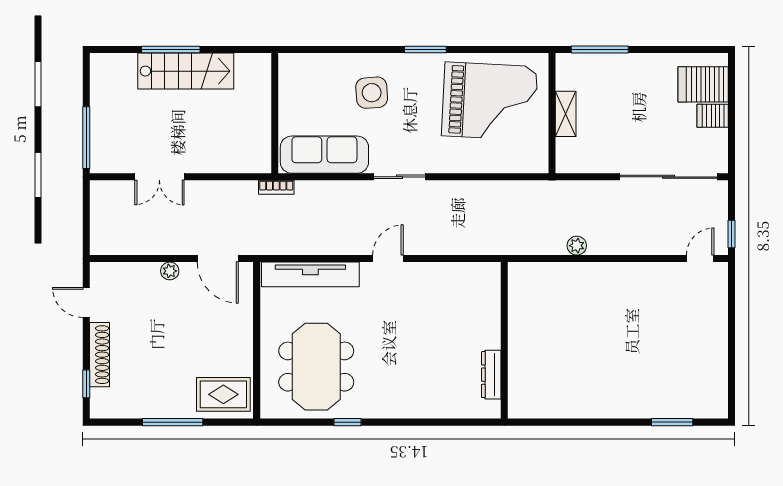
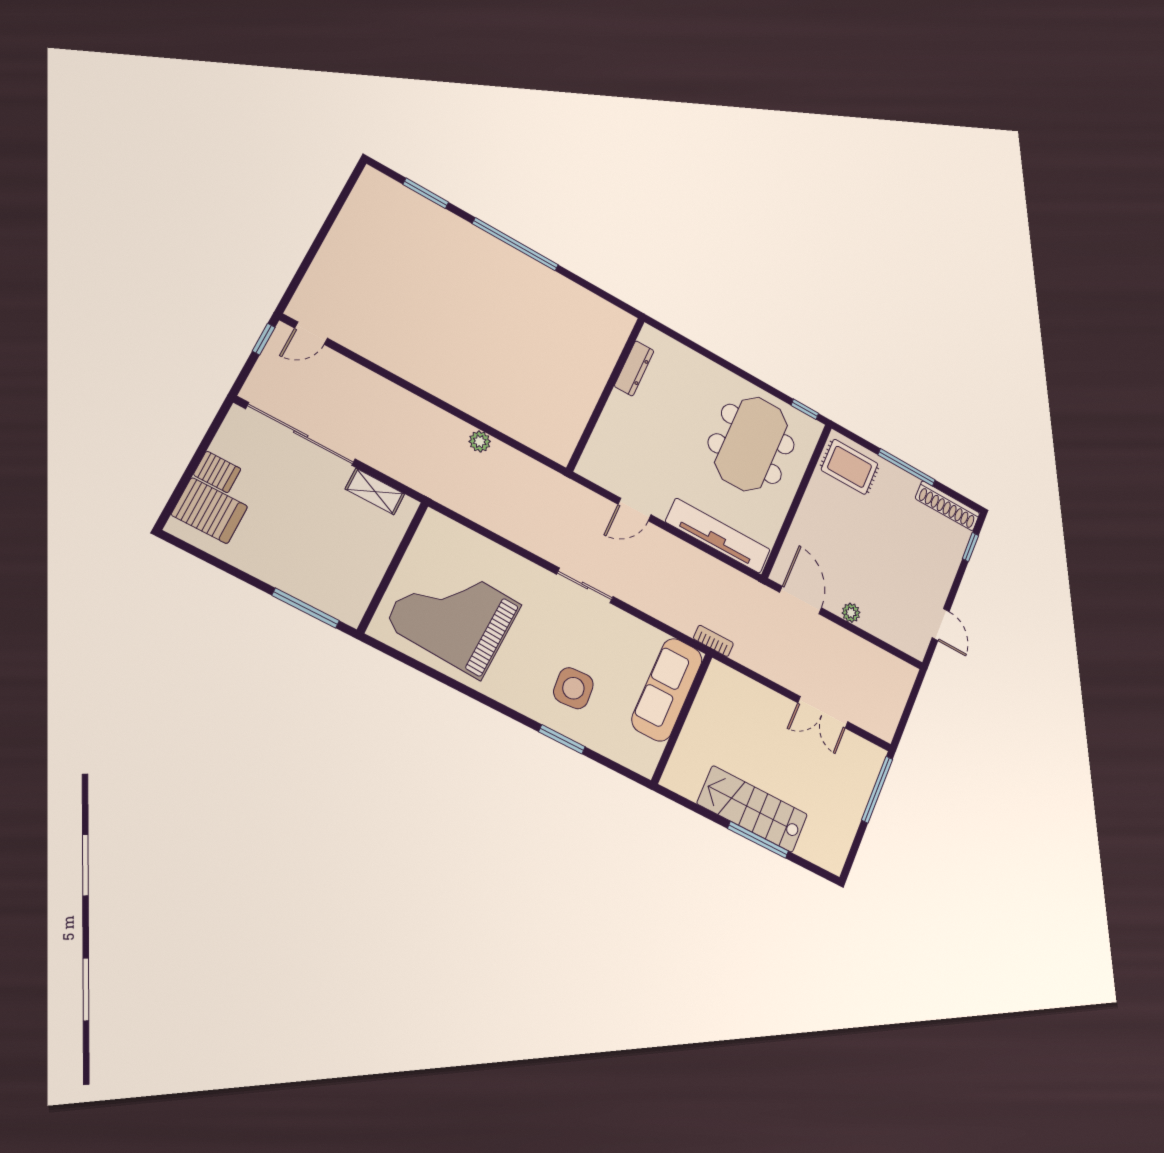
window: (425, 50) -> (562, 739), moved
shelving: (566, 114) -> (375, 491), moved, turned 90
sofa: (324, 155) -> (667, 690), moved, turned 90
double door: (159, 177) -> (823, 712), swing flipped
plant: (577, 246) -> (480, 441), moved
wall: (504, 340) -> (606, 394), moved
shoe rack: (100, 355) -> (948, 506), moved, turned -90
dresser: (491, 375) -> (634, 368), moved
window: (348, 422) -> (805, 409), moved
window: (584, 422) -> (515, 244), added

